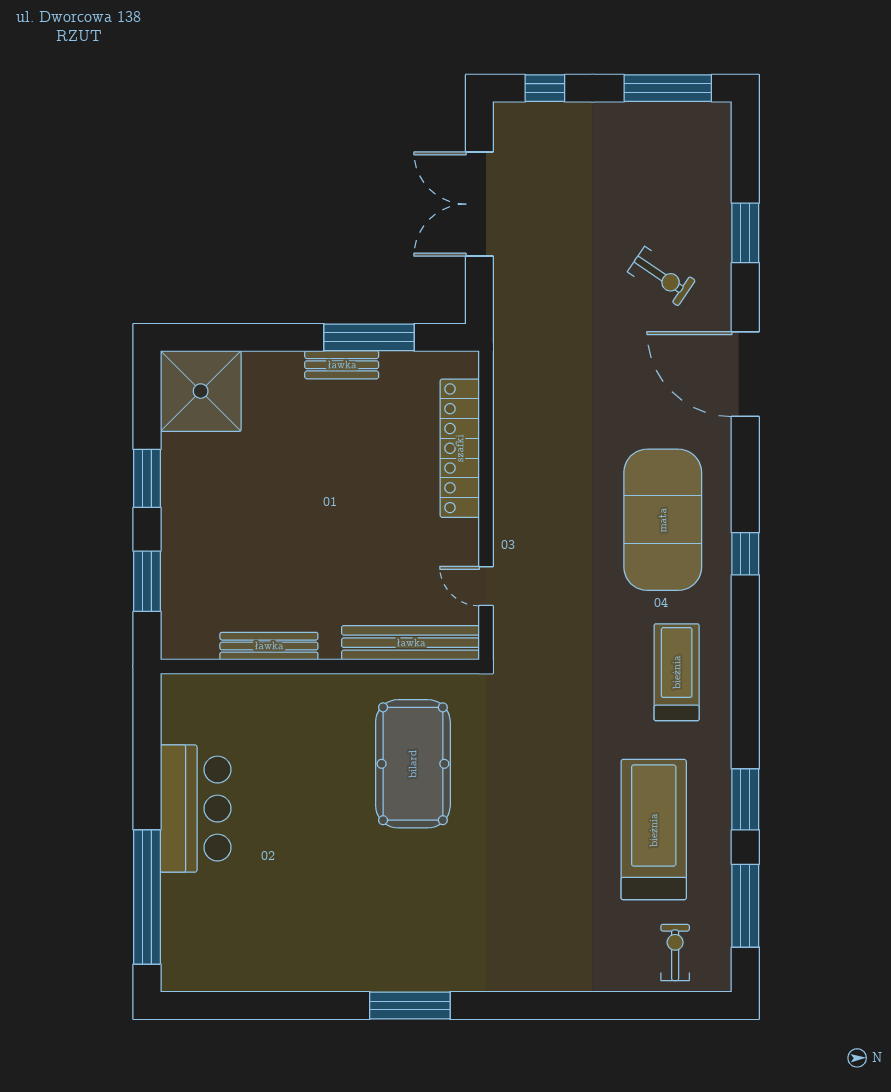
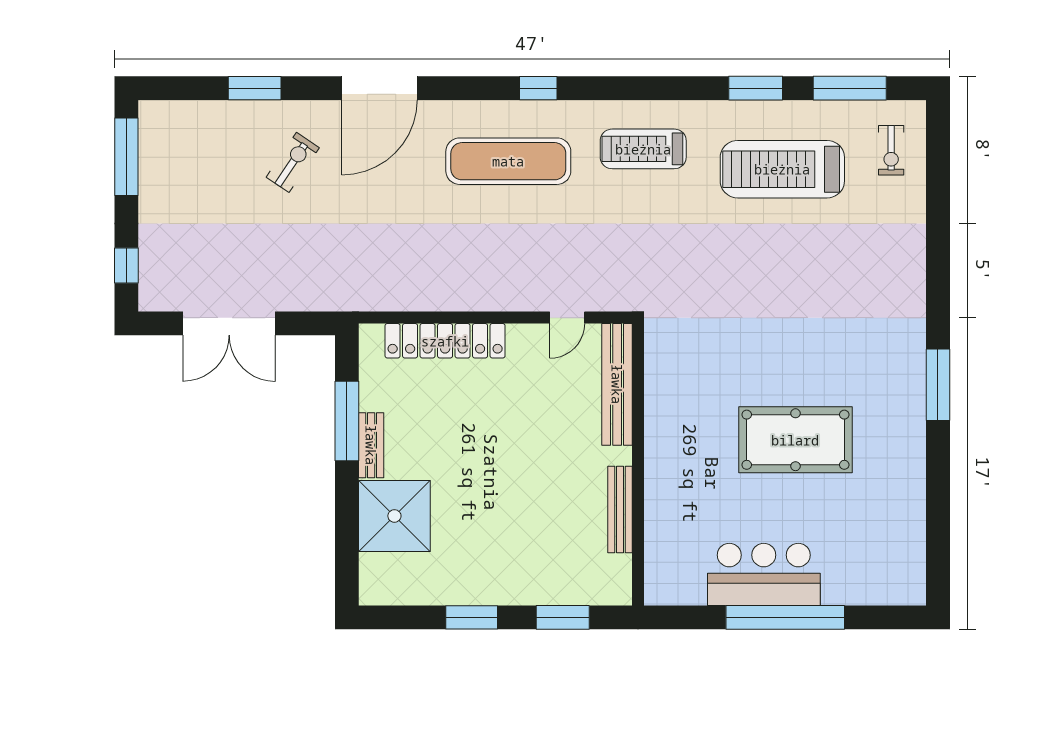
shower: (201, 391) -> (394, 516), moved
exercise mat: (663, 520) -> (508, 161), width x0.68
pool table: (413, 764) -> (795, 440), moved
window: (147, 897) -> (785, 617), moved
exercise bike: (675, 952) -> (891, 150), turned -90

